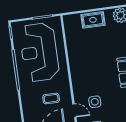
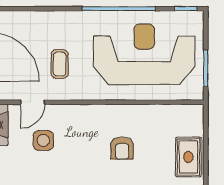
armchair: (93, 57) -> (122, 148), added

